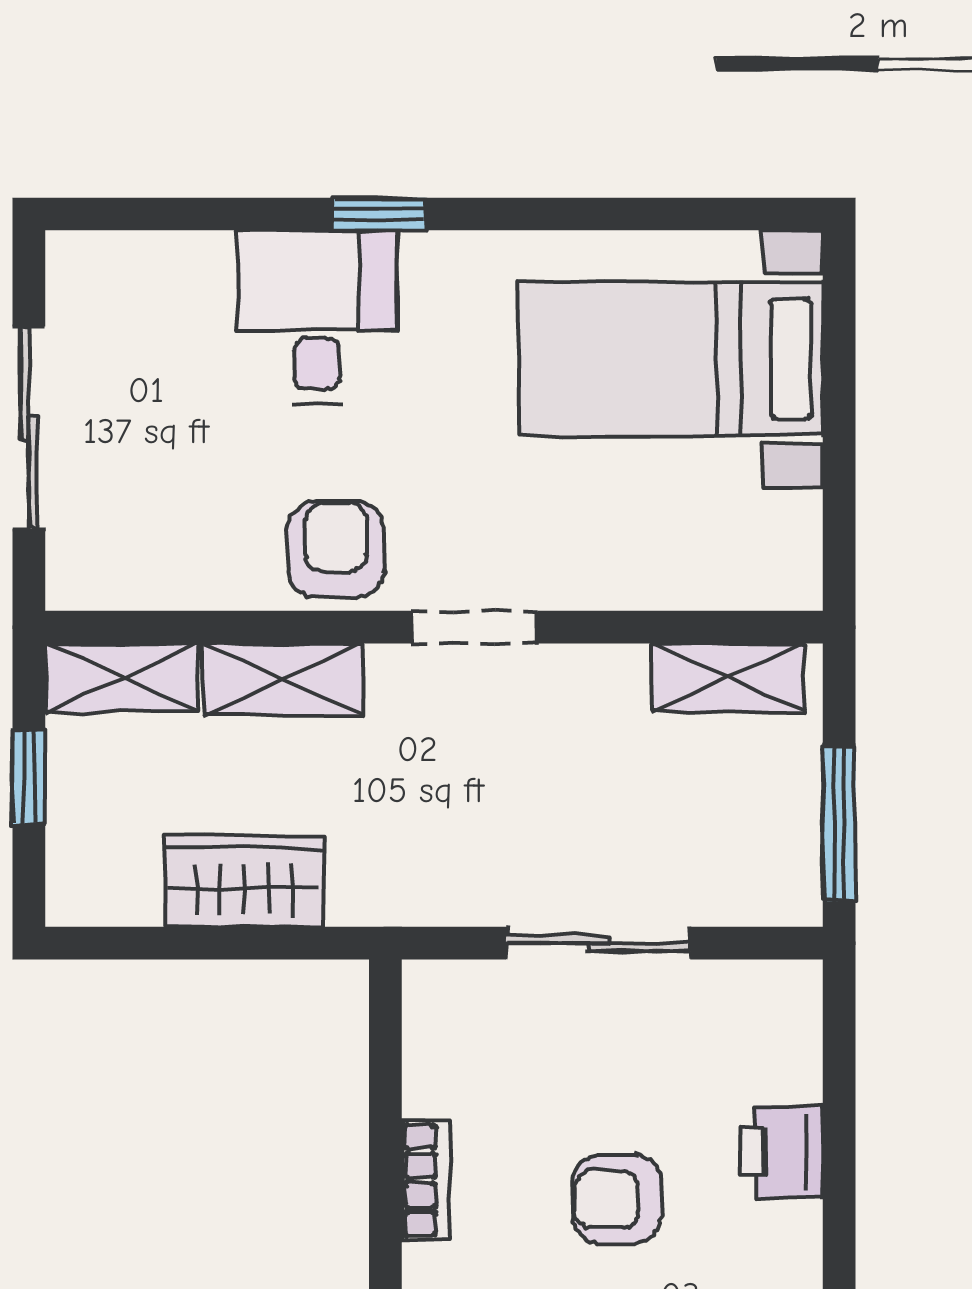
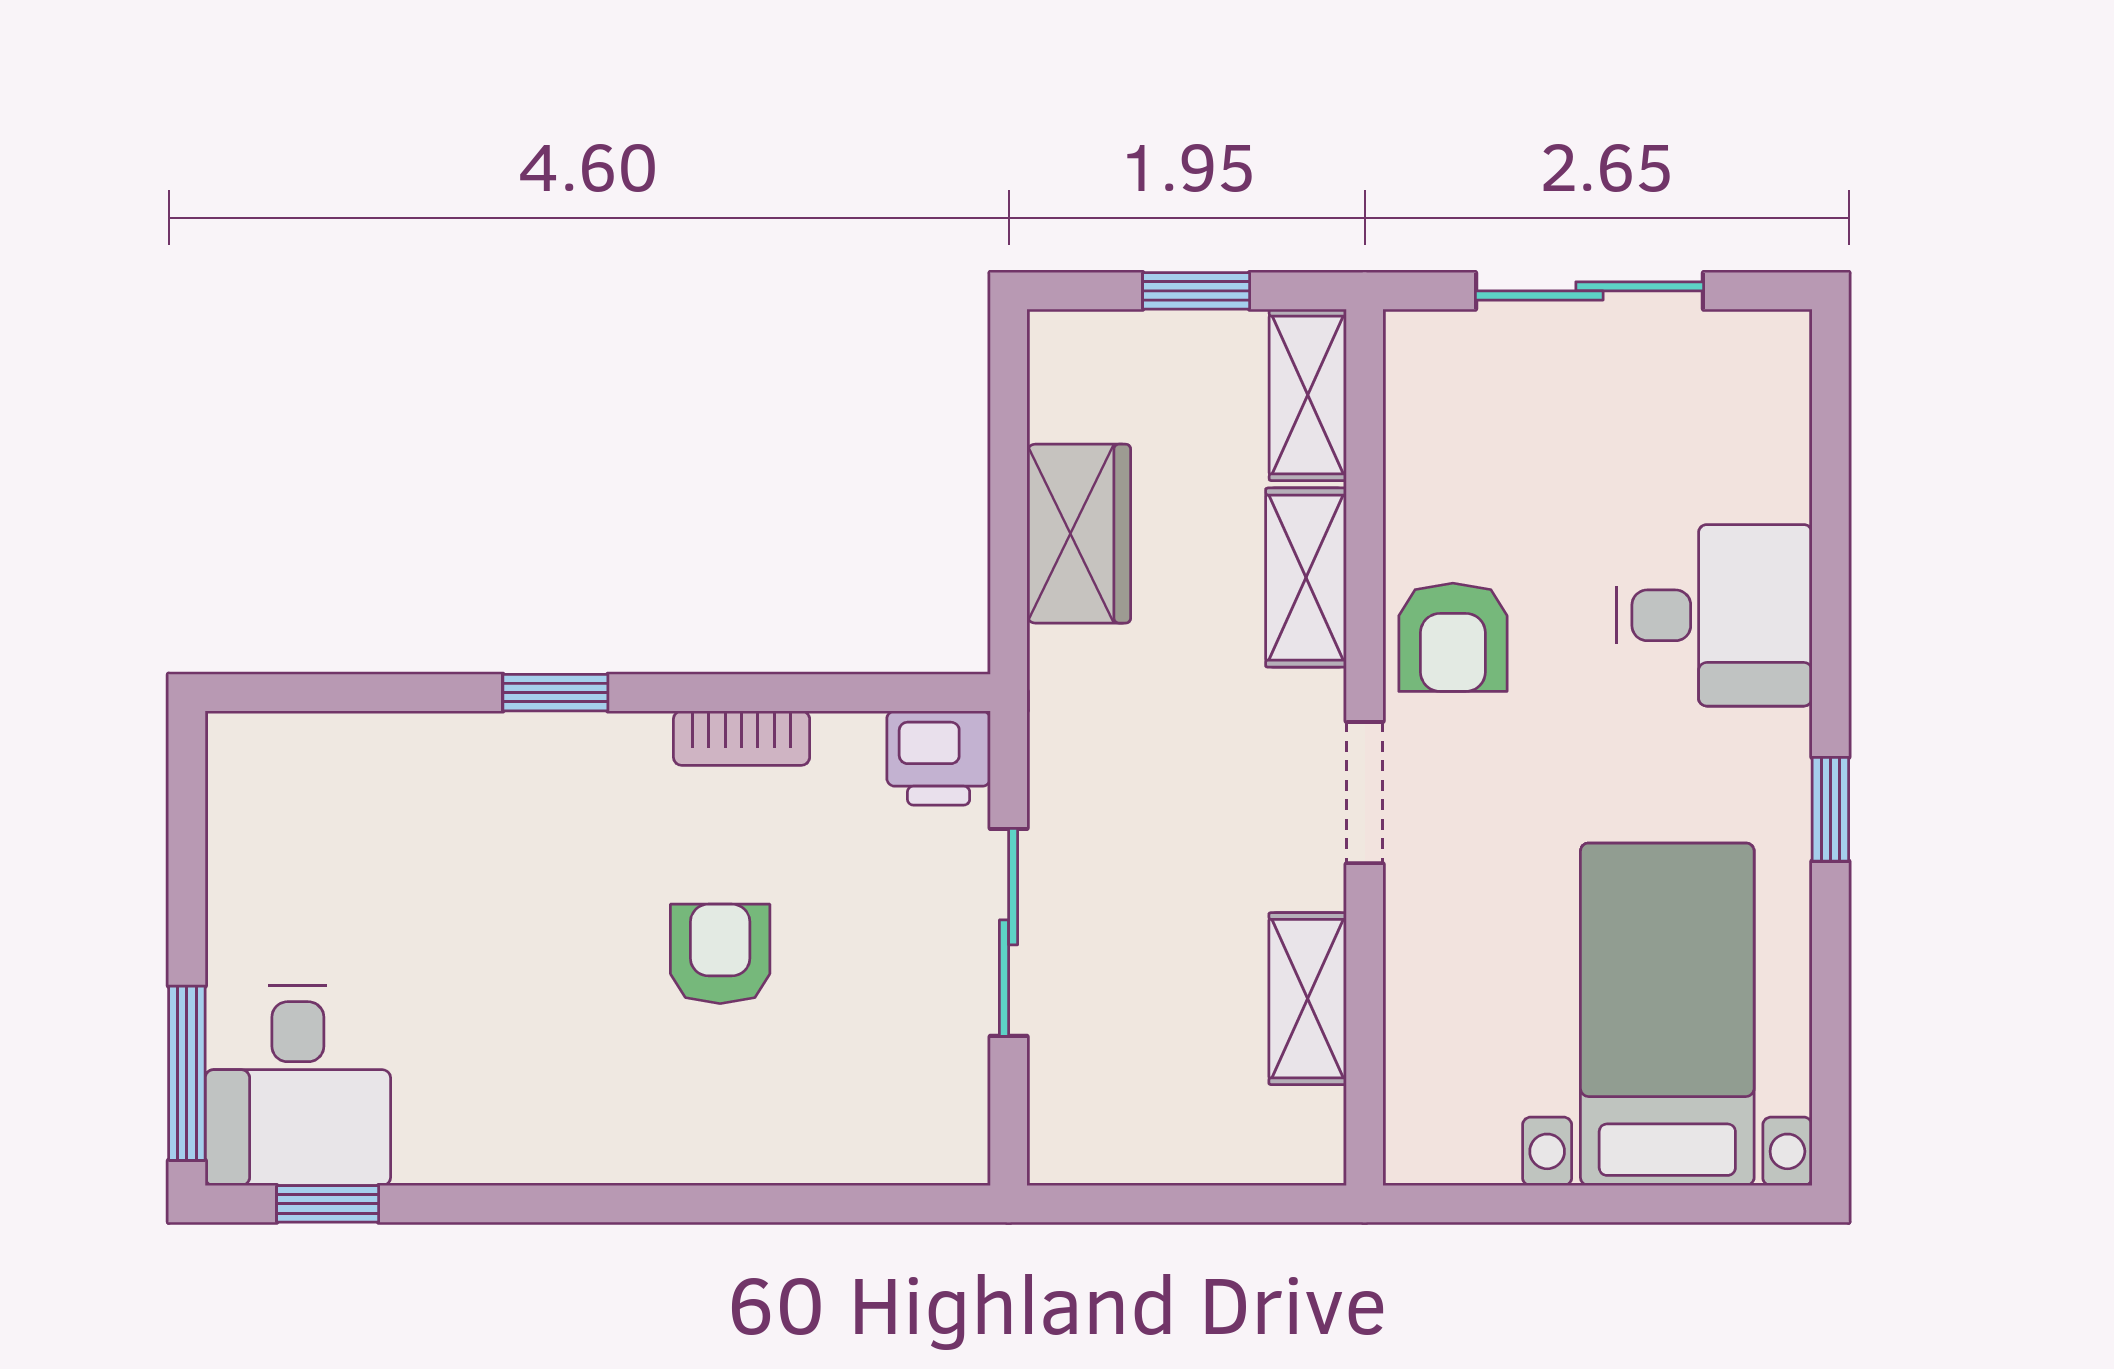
window: (379, 214) -> (1830, 809), moved
armchair: (336, 549) -> (1453, 637), turned 90
shelving: (728, 678) -> (1308, 999), moved
window: (839, 824) -> (1143, 1204), removed
printer: (781, 1151) -> (939, 758), moved, turned 180

